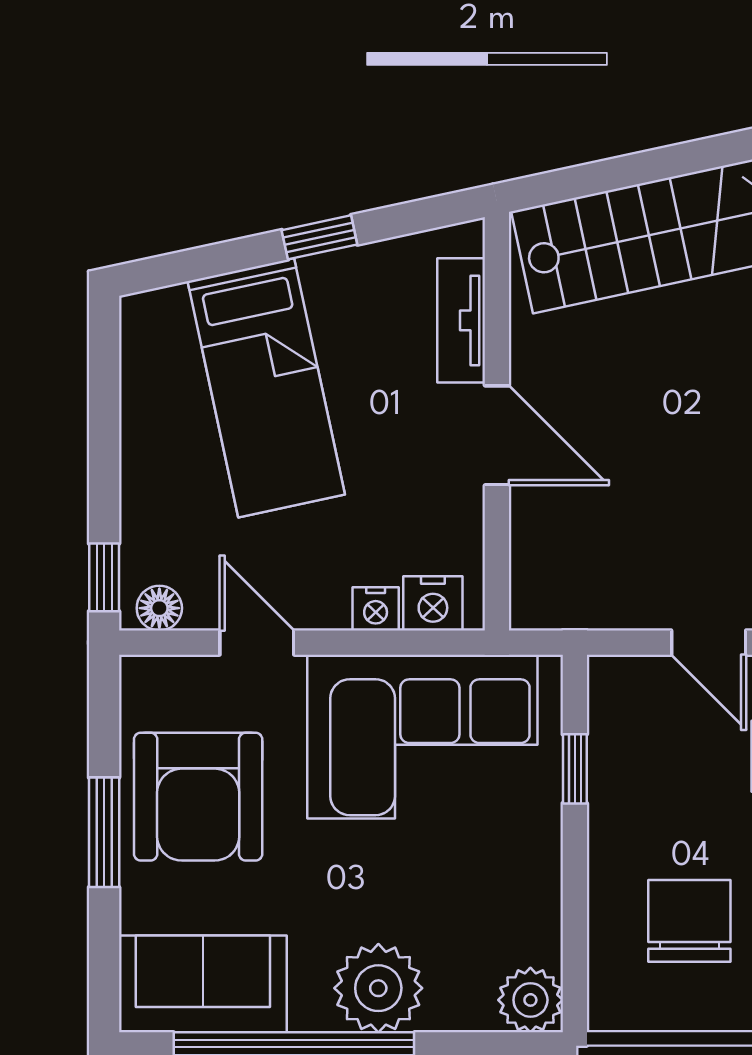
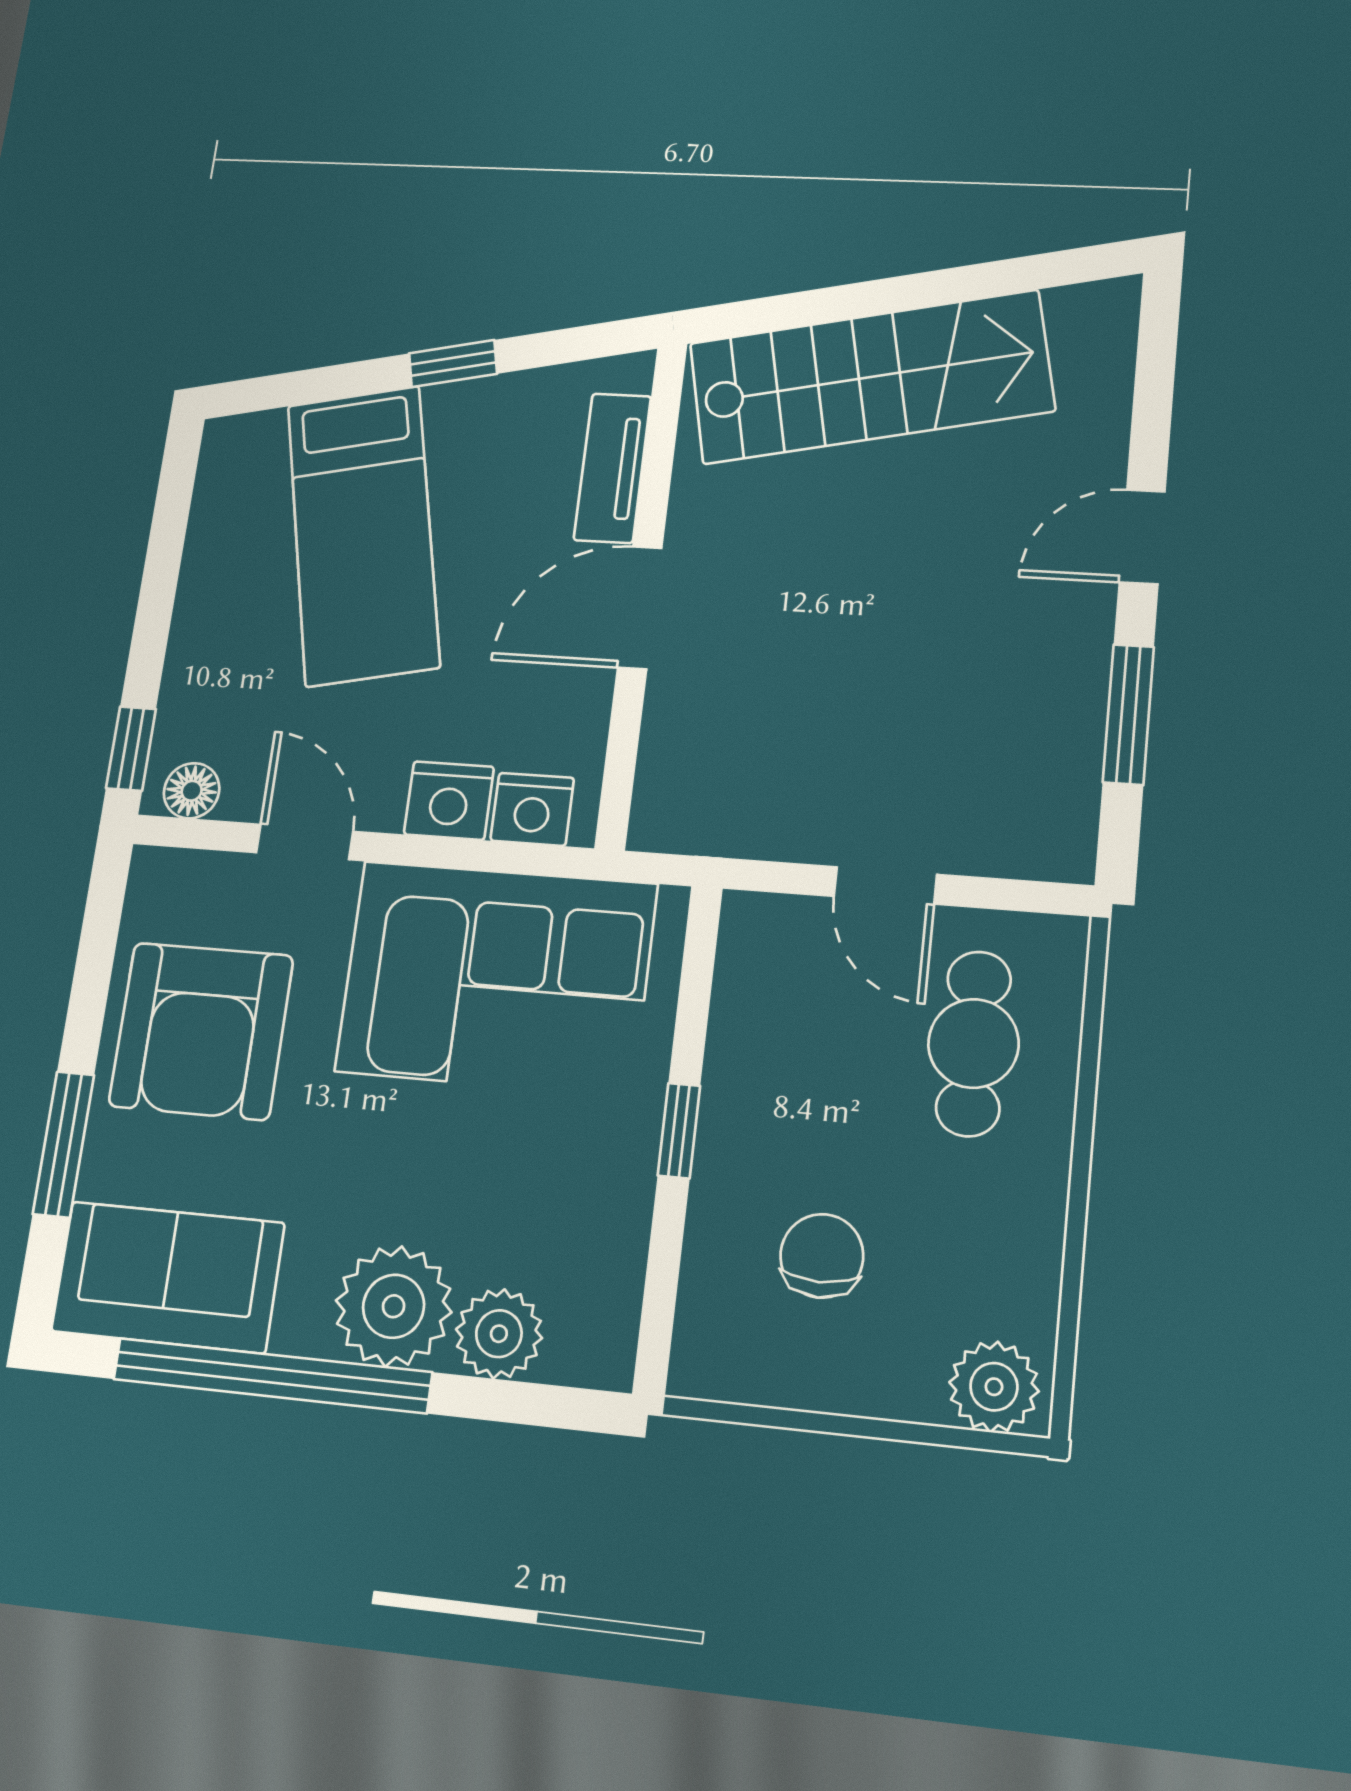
door: (497, 435) -> (640, 608), swing flipped
nightstand: (376, 609) -> (449, 800), width x1.39, depth x1.35
window: (575, 769) -> (679, 1131), moved
window: (104, 832) -> (64, 1144), moved
chair: (689, 921) -> (822, 1256), width x0.73, depth x0.73
plant: (530, 1000) -> (499, 1334), moved

